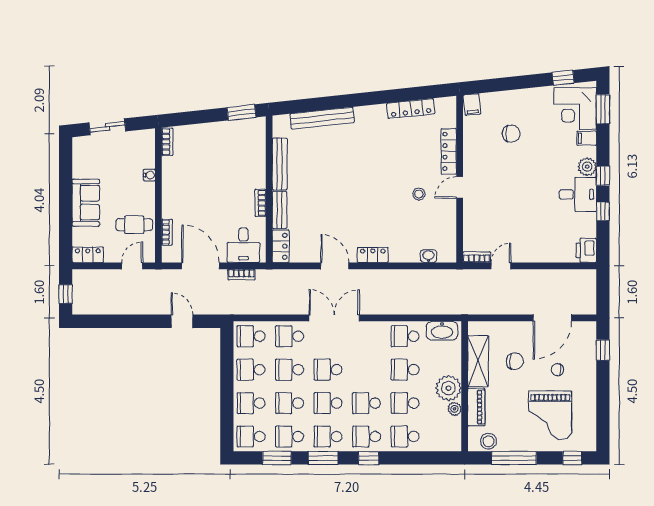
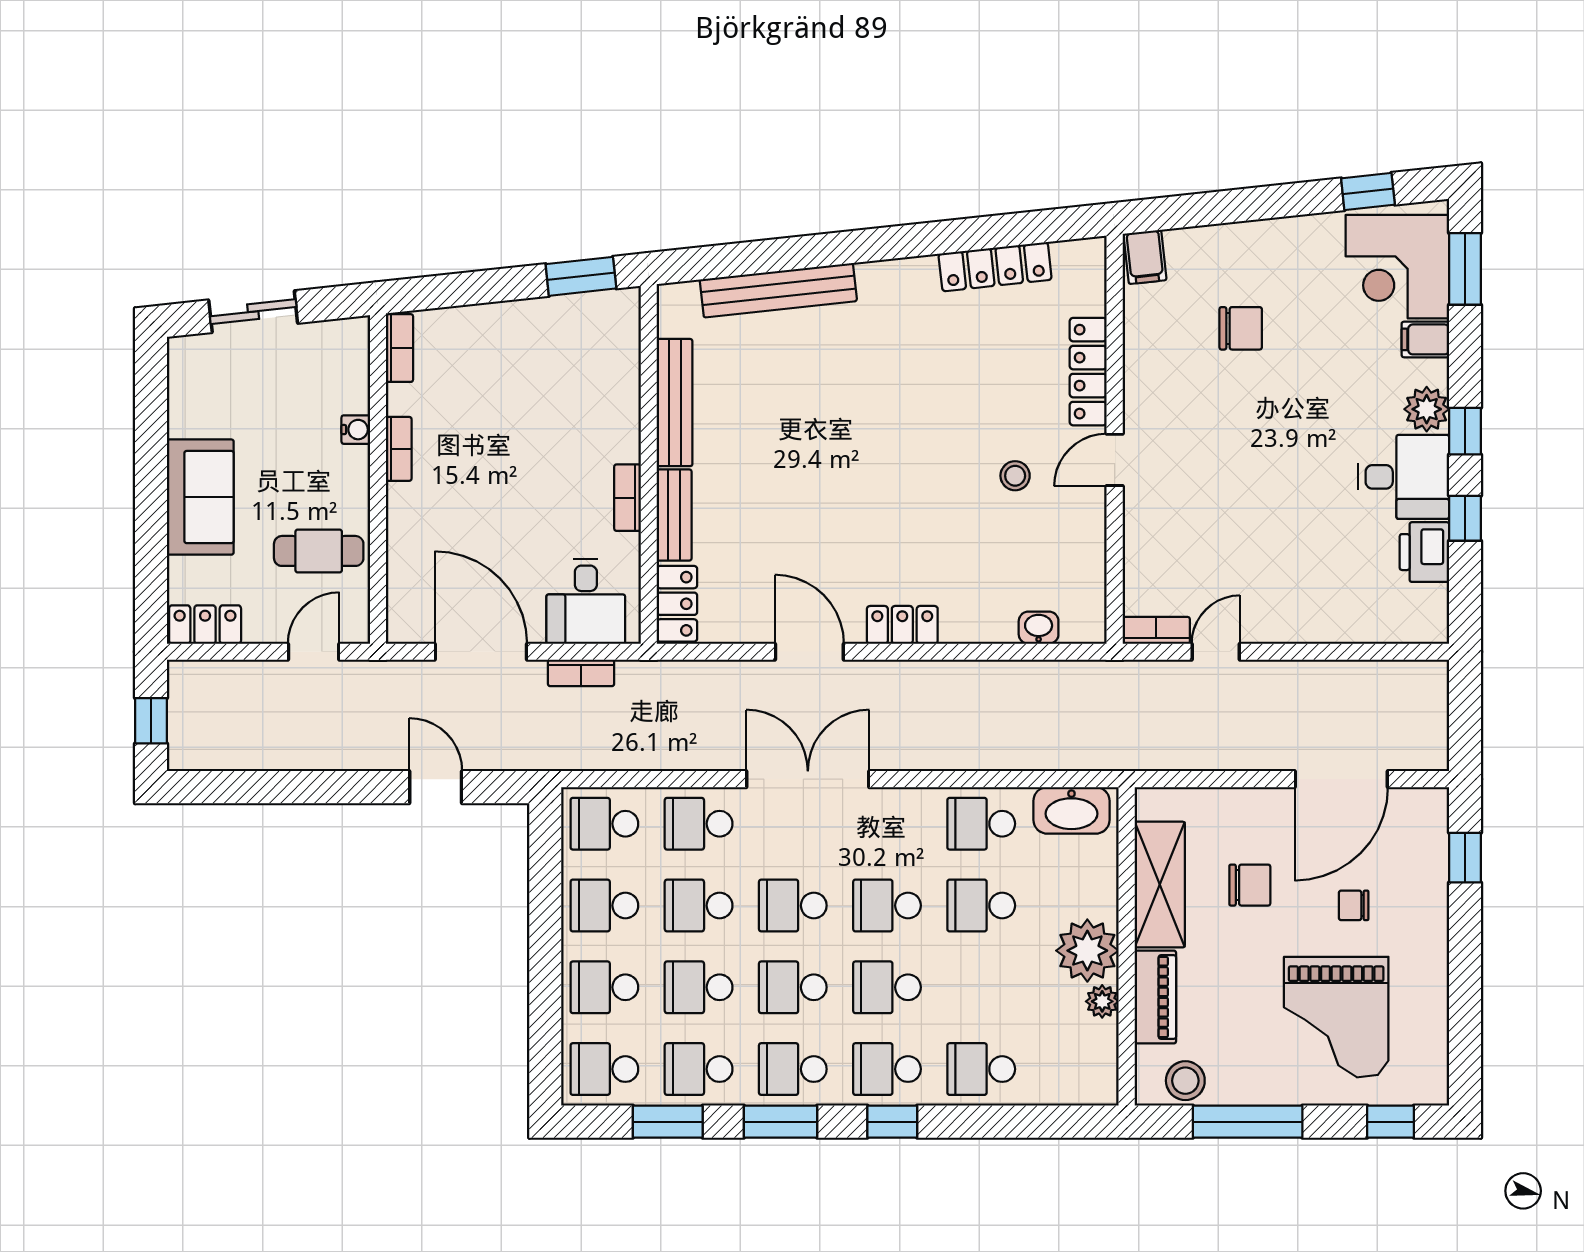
bookcase: (167, 232) -> (399, 449), moved
printer: (586, 250) -> (1424, 552), moved
school desk: (405, 403) -> (887, 905), moved

